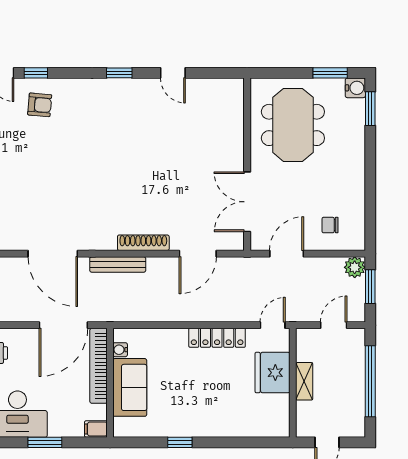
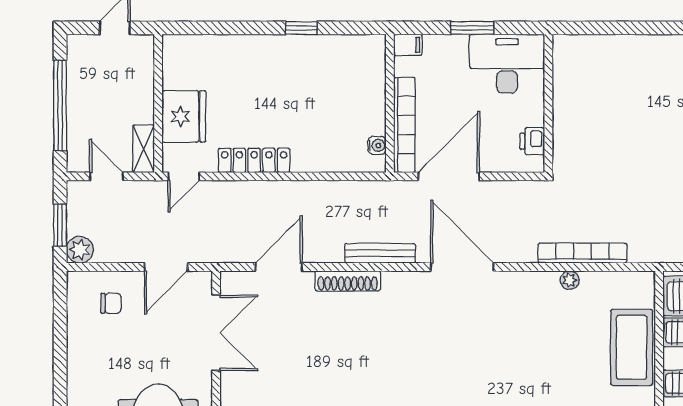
door: (334, 325) -> (106, 176), swing flipped
shelving: (304, 381) -> (144, 149), moved
sofa: (130, 387) -> (365, 98), removed

